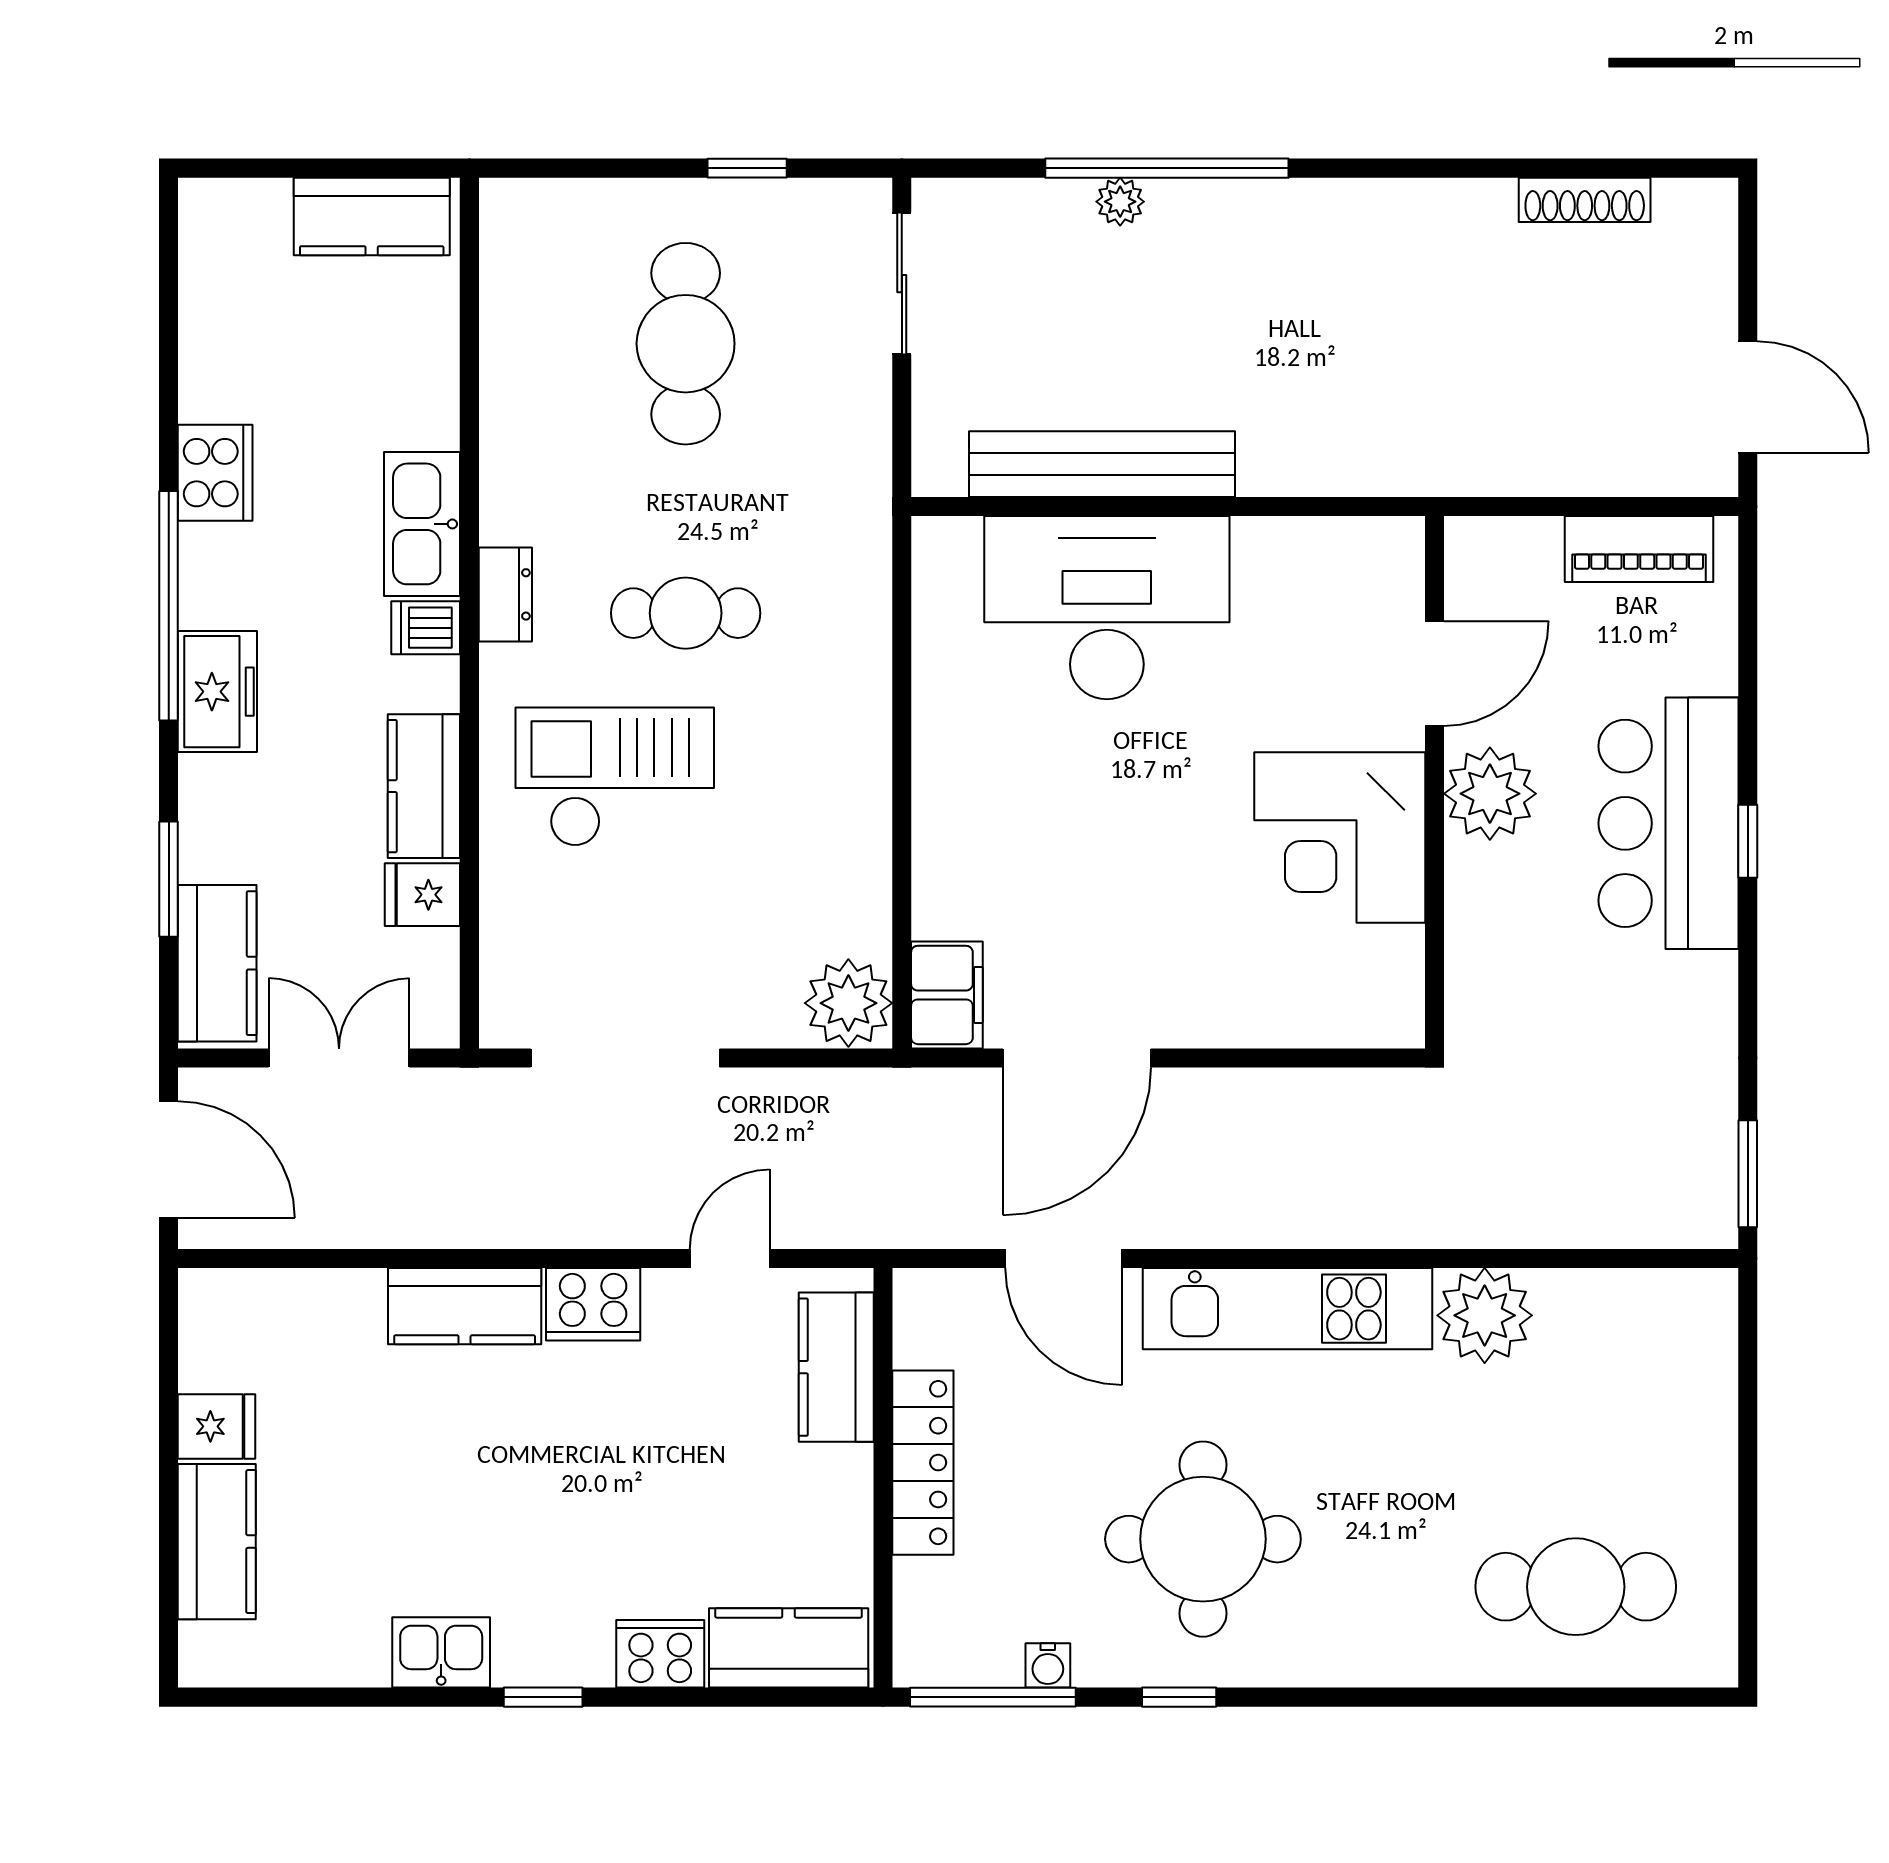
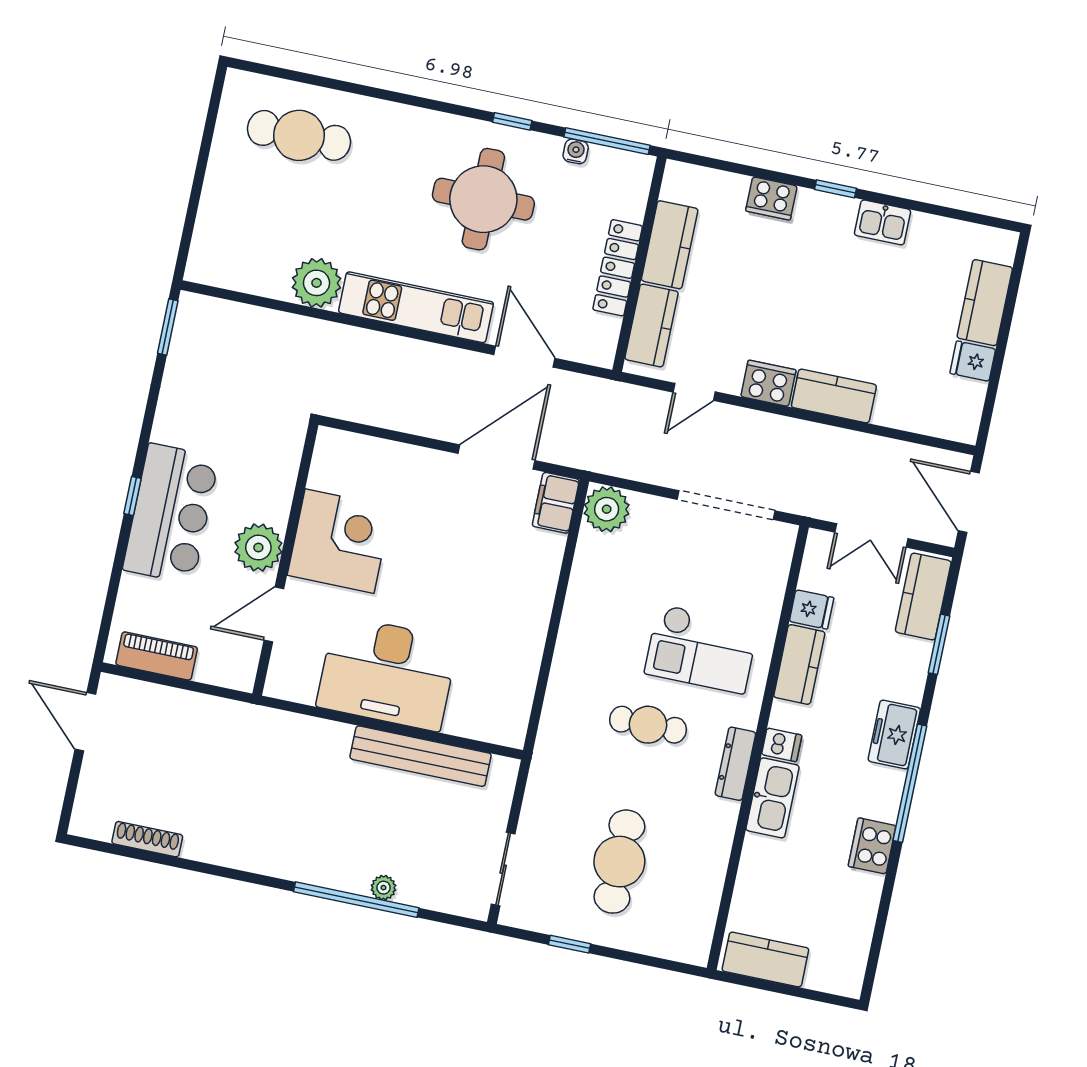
dresser: (505, 594) -> (735, 764), width x1.44
desk: (1107, 608) -> (387, 673), moved
kitchen counter: (789, 1648) -> (670, 245), moved, turned -90

